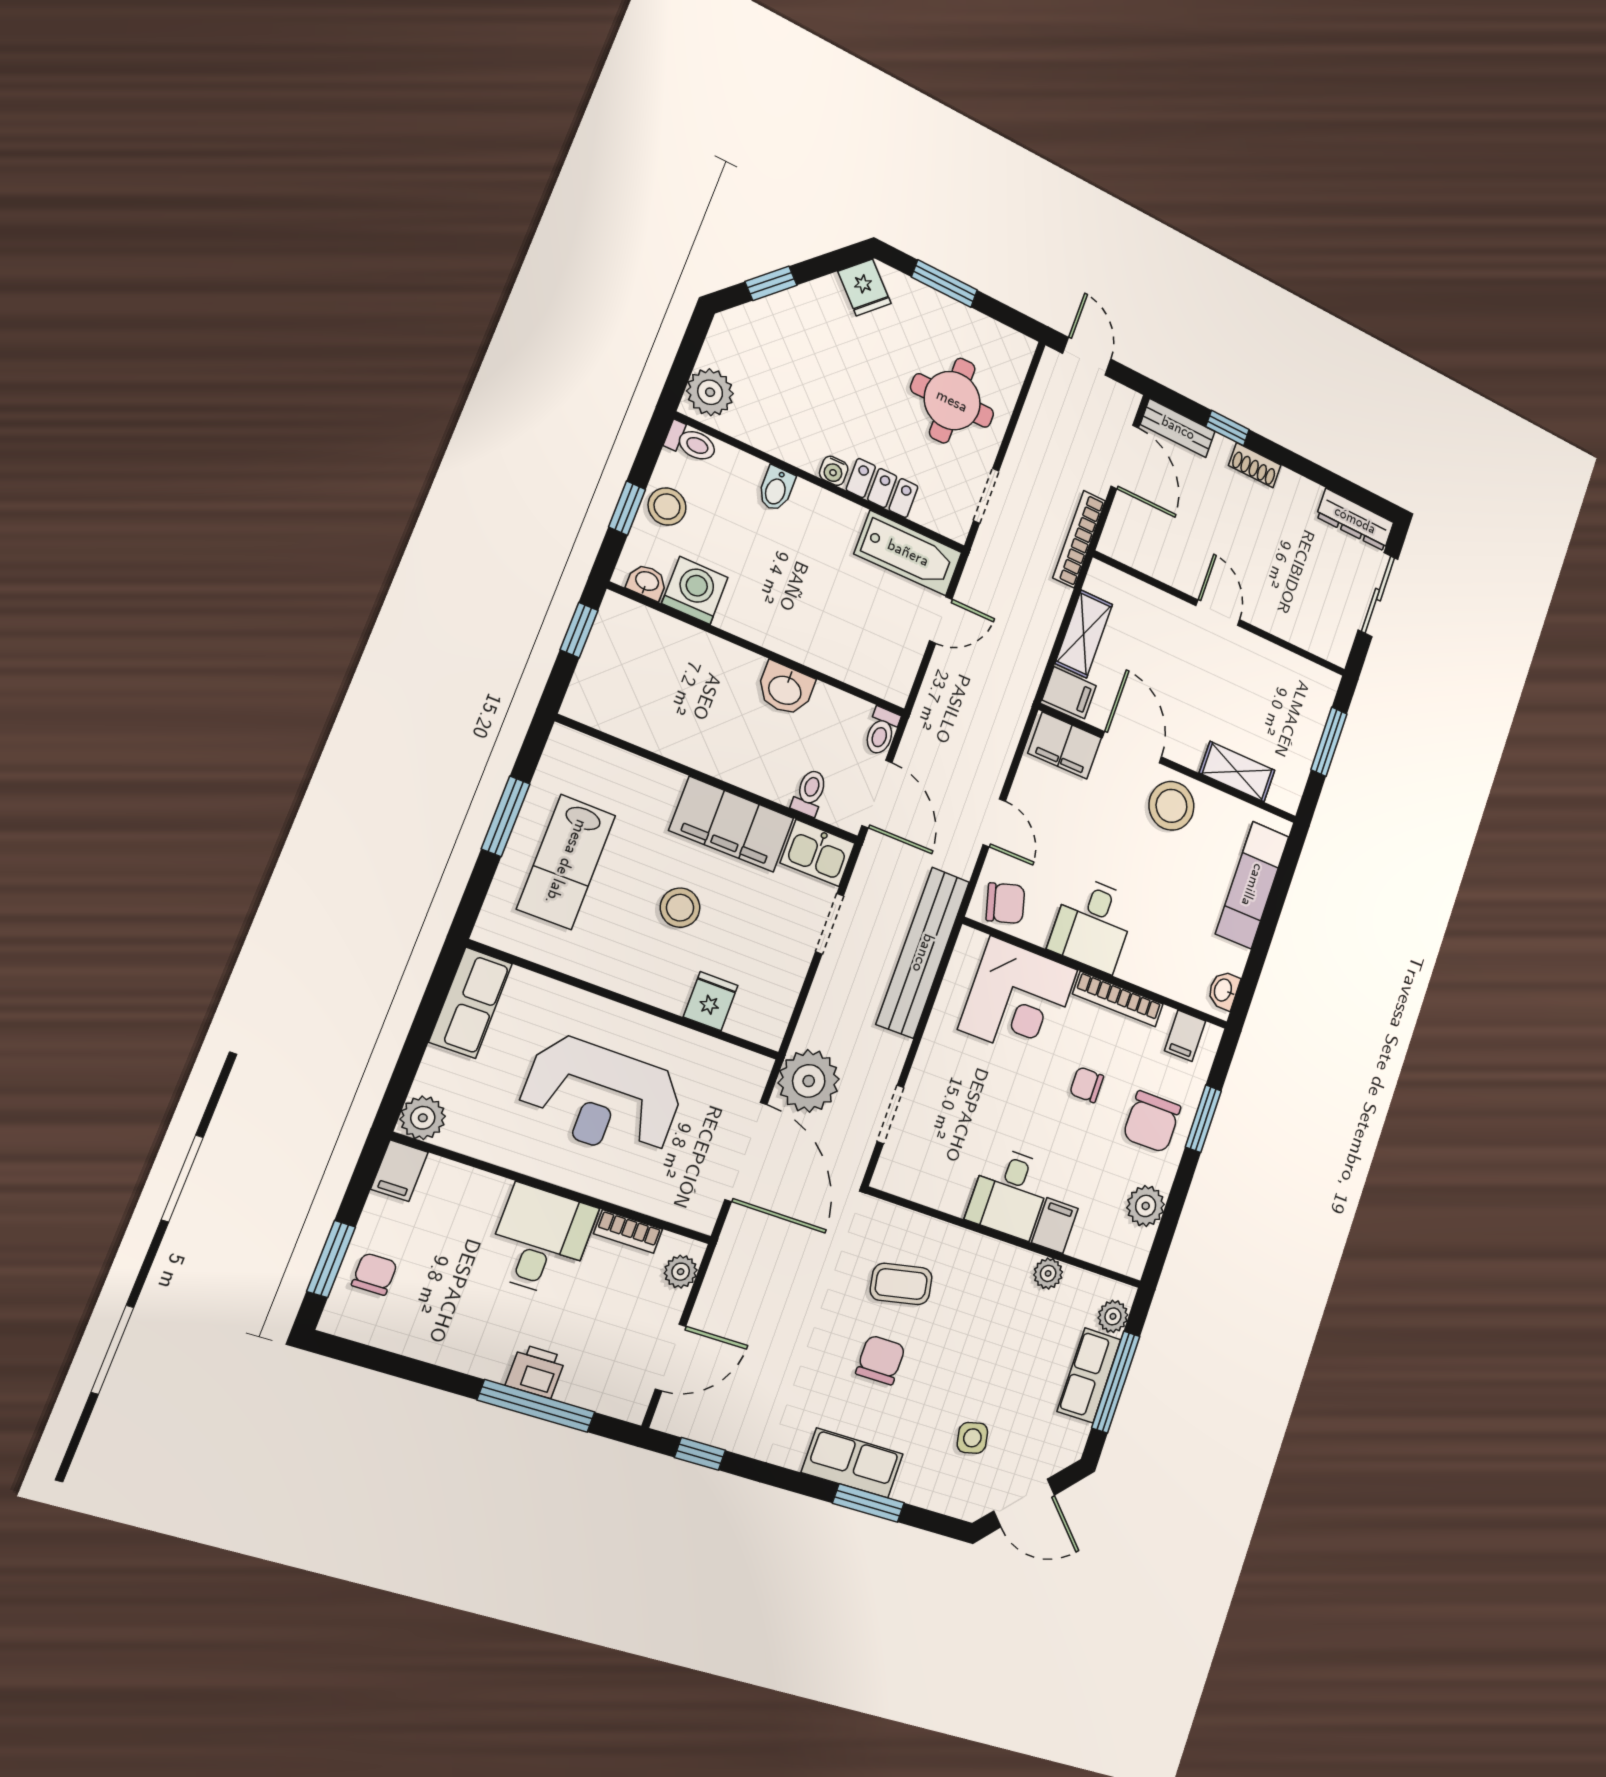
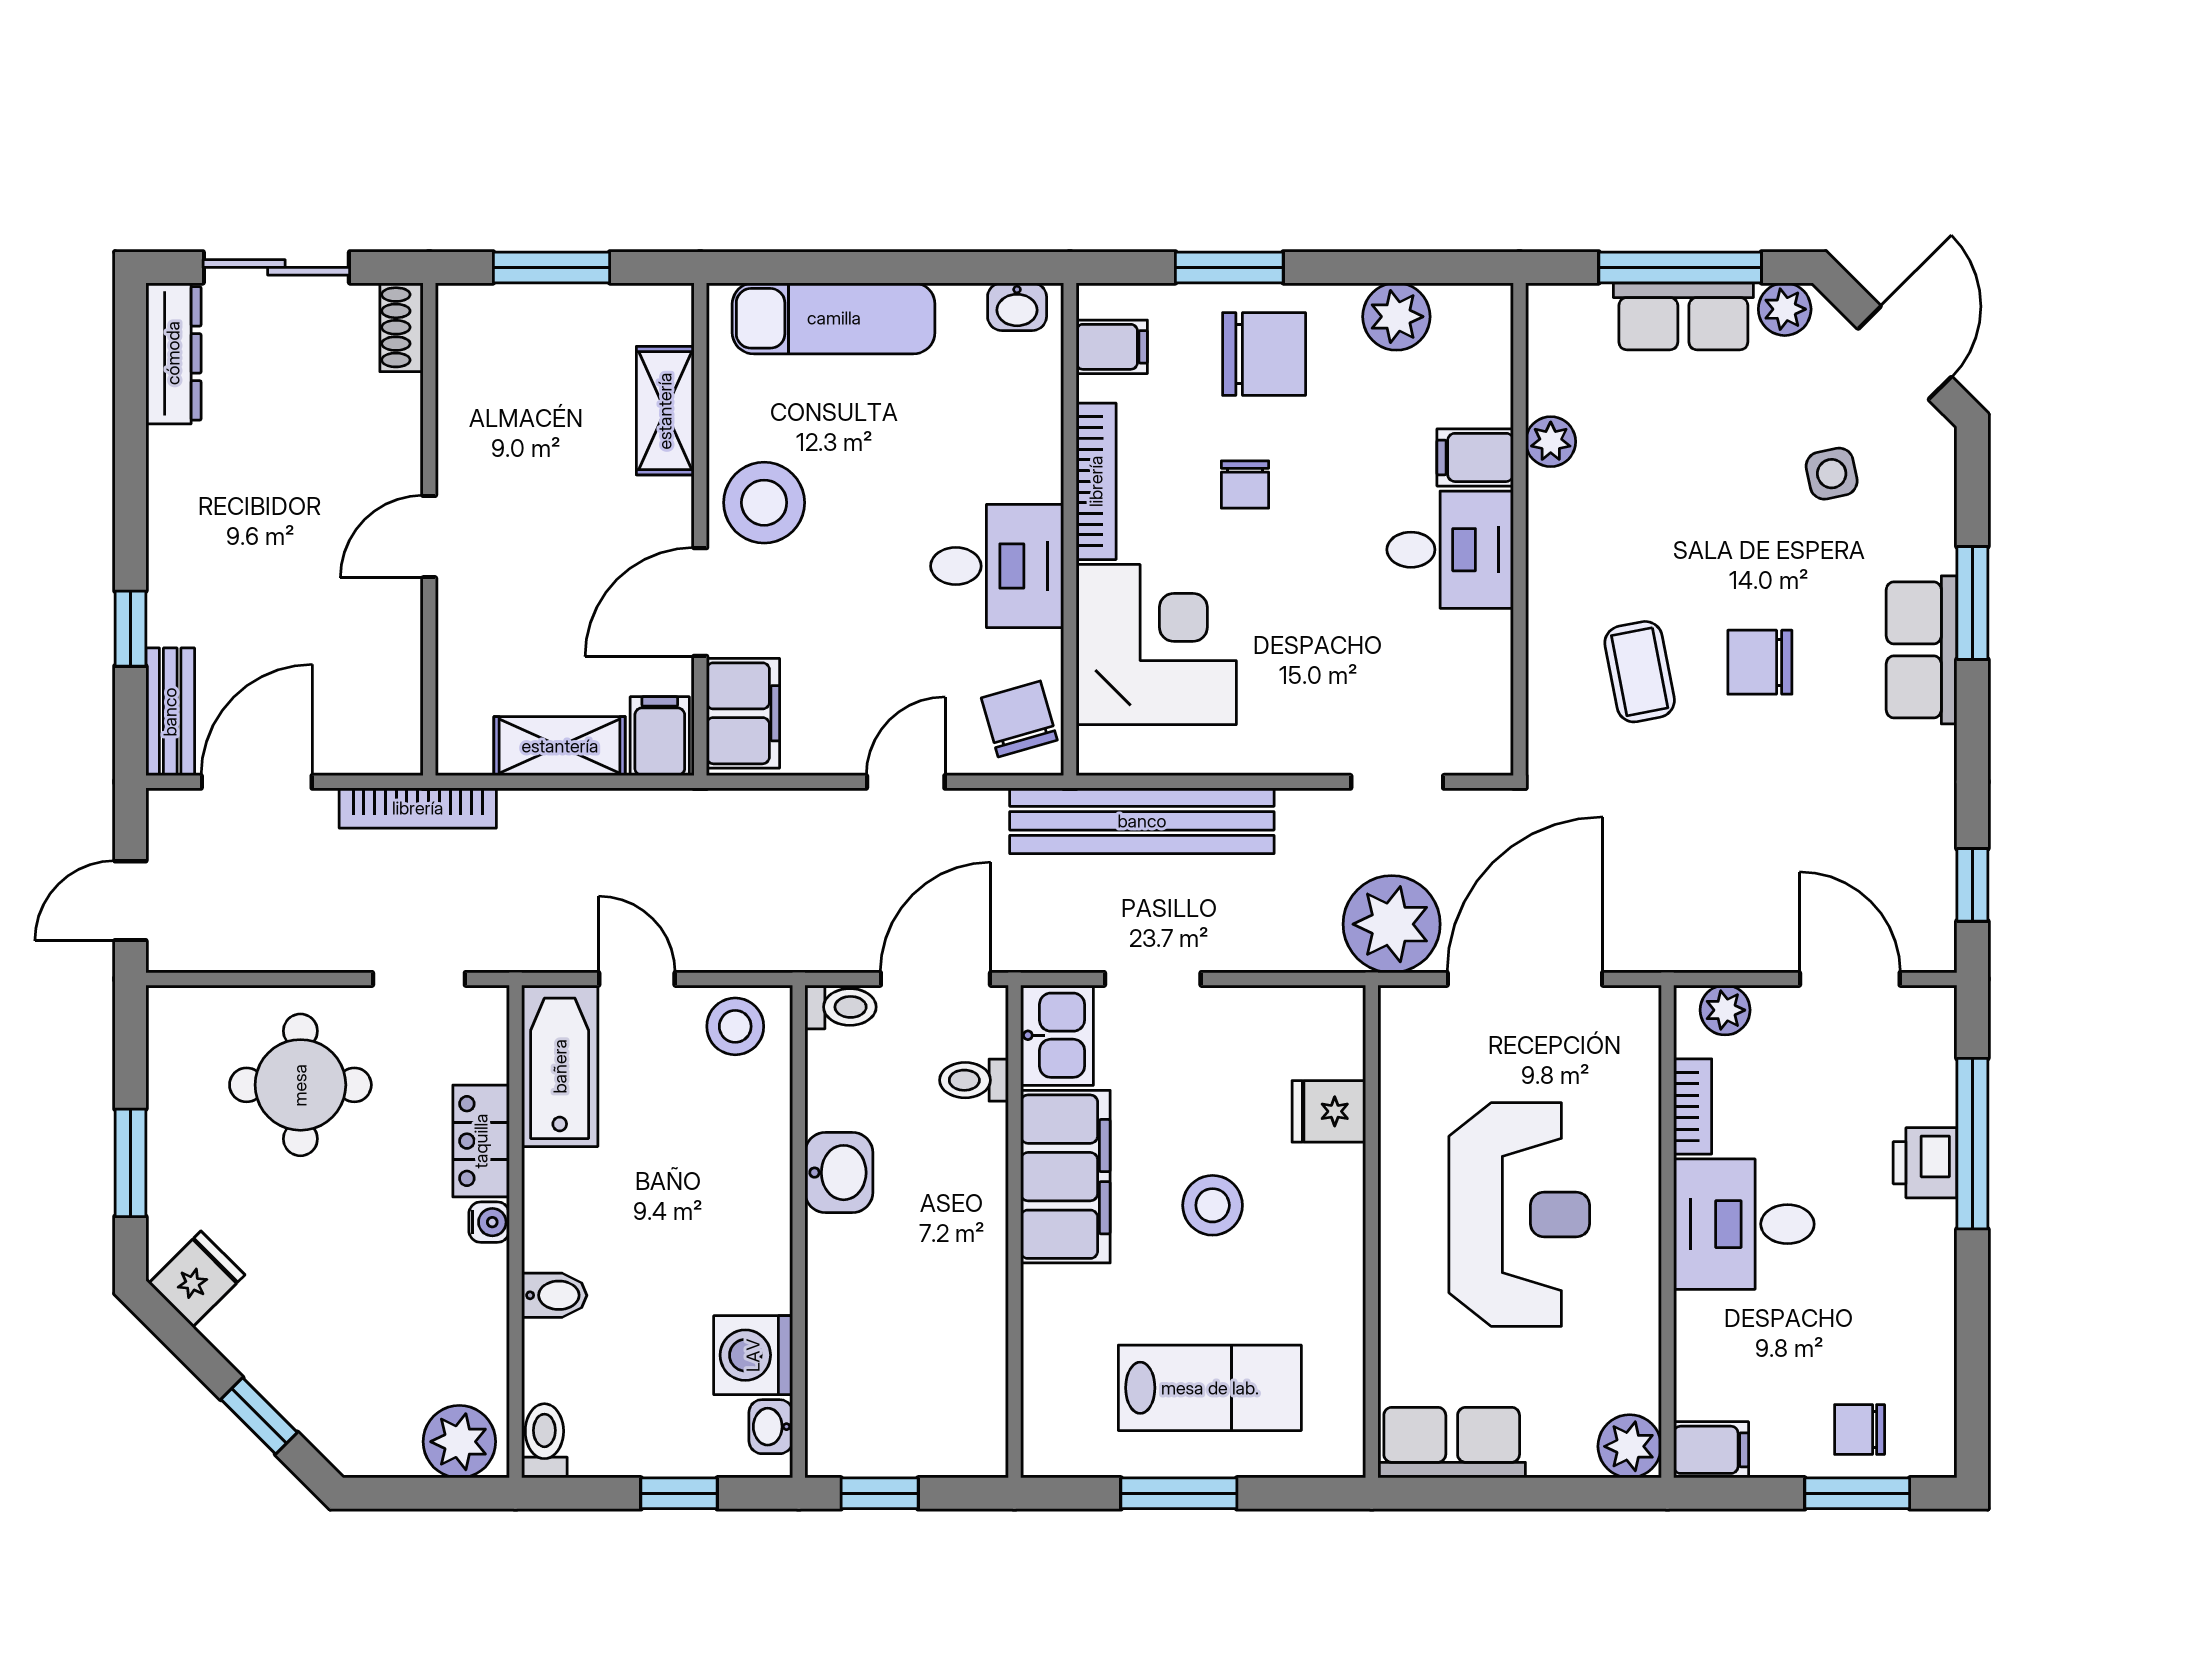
shoe rack: (1255, 465) -> (401, 327), moved, turned 180
stool: (667, 507) -> (735, 1026), moved
plant: (1113, 1316) -> (1785, 309), moved

